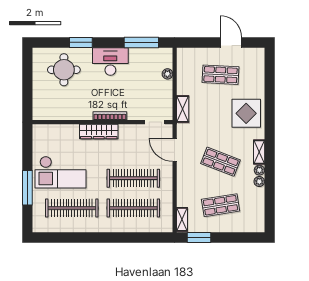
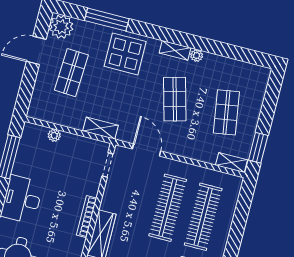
window: (270, 92) -> (107, 20), added
door: (175, 150) -> (146, 150), swing flipped
shop shelf: (221, 162) -> (175, 99), turned -36
plant: (259, 181) -> (61, 27), moved, width x1.87, depth x1.87

